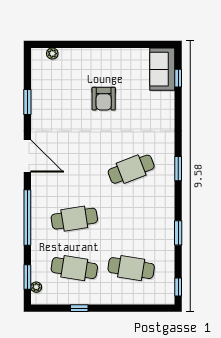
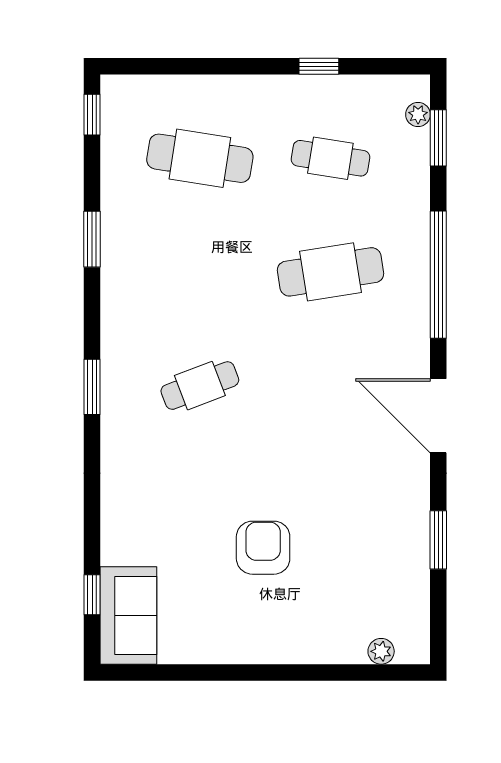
cafe table: (131, 169) -> (200, 386), width x0.73, depth x0.74
cafe table: (74, 268) -> (330, 158), width x0.73, depth x0.74

